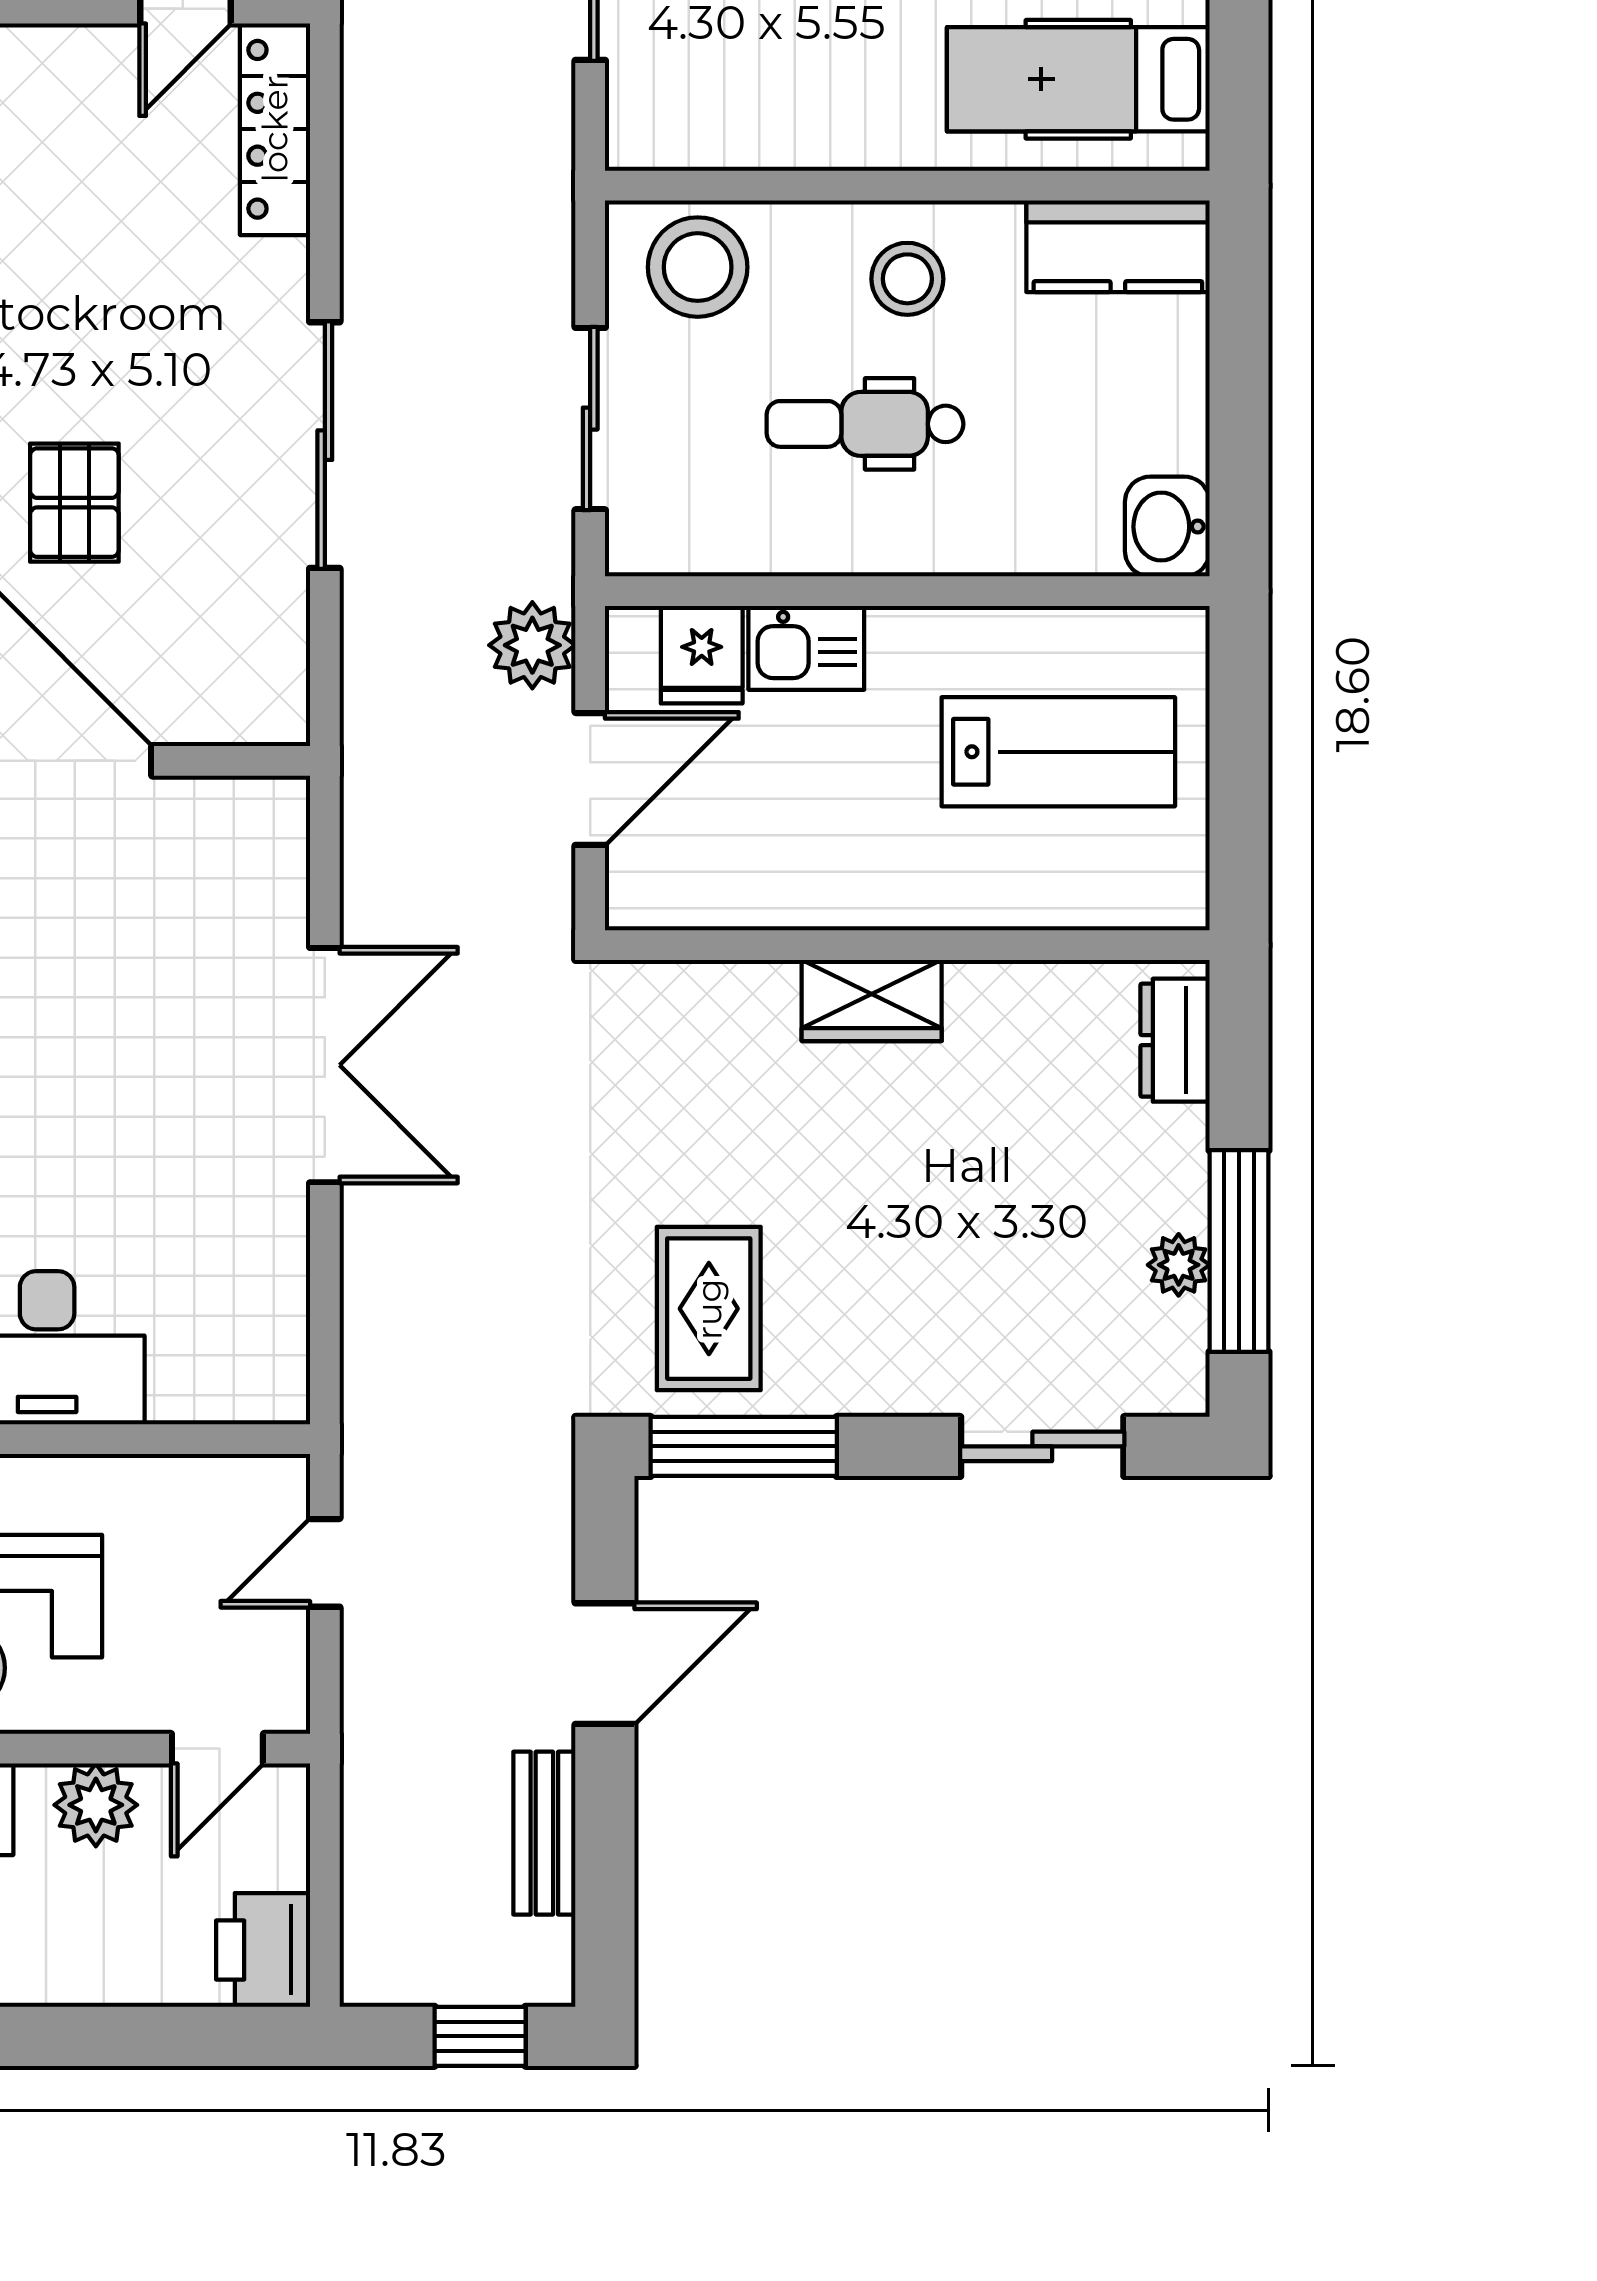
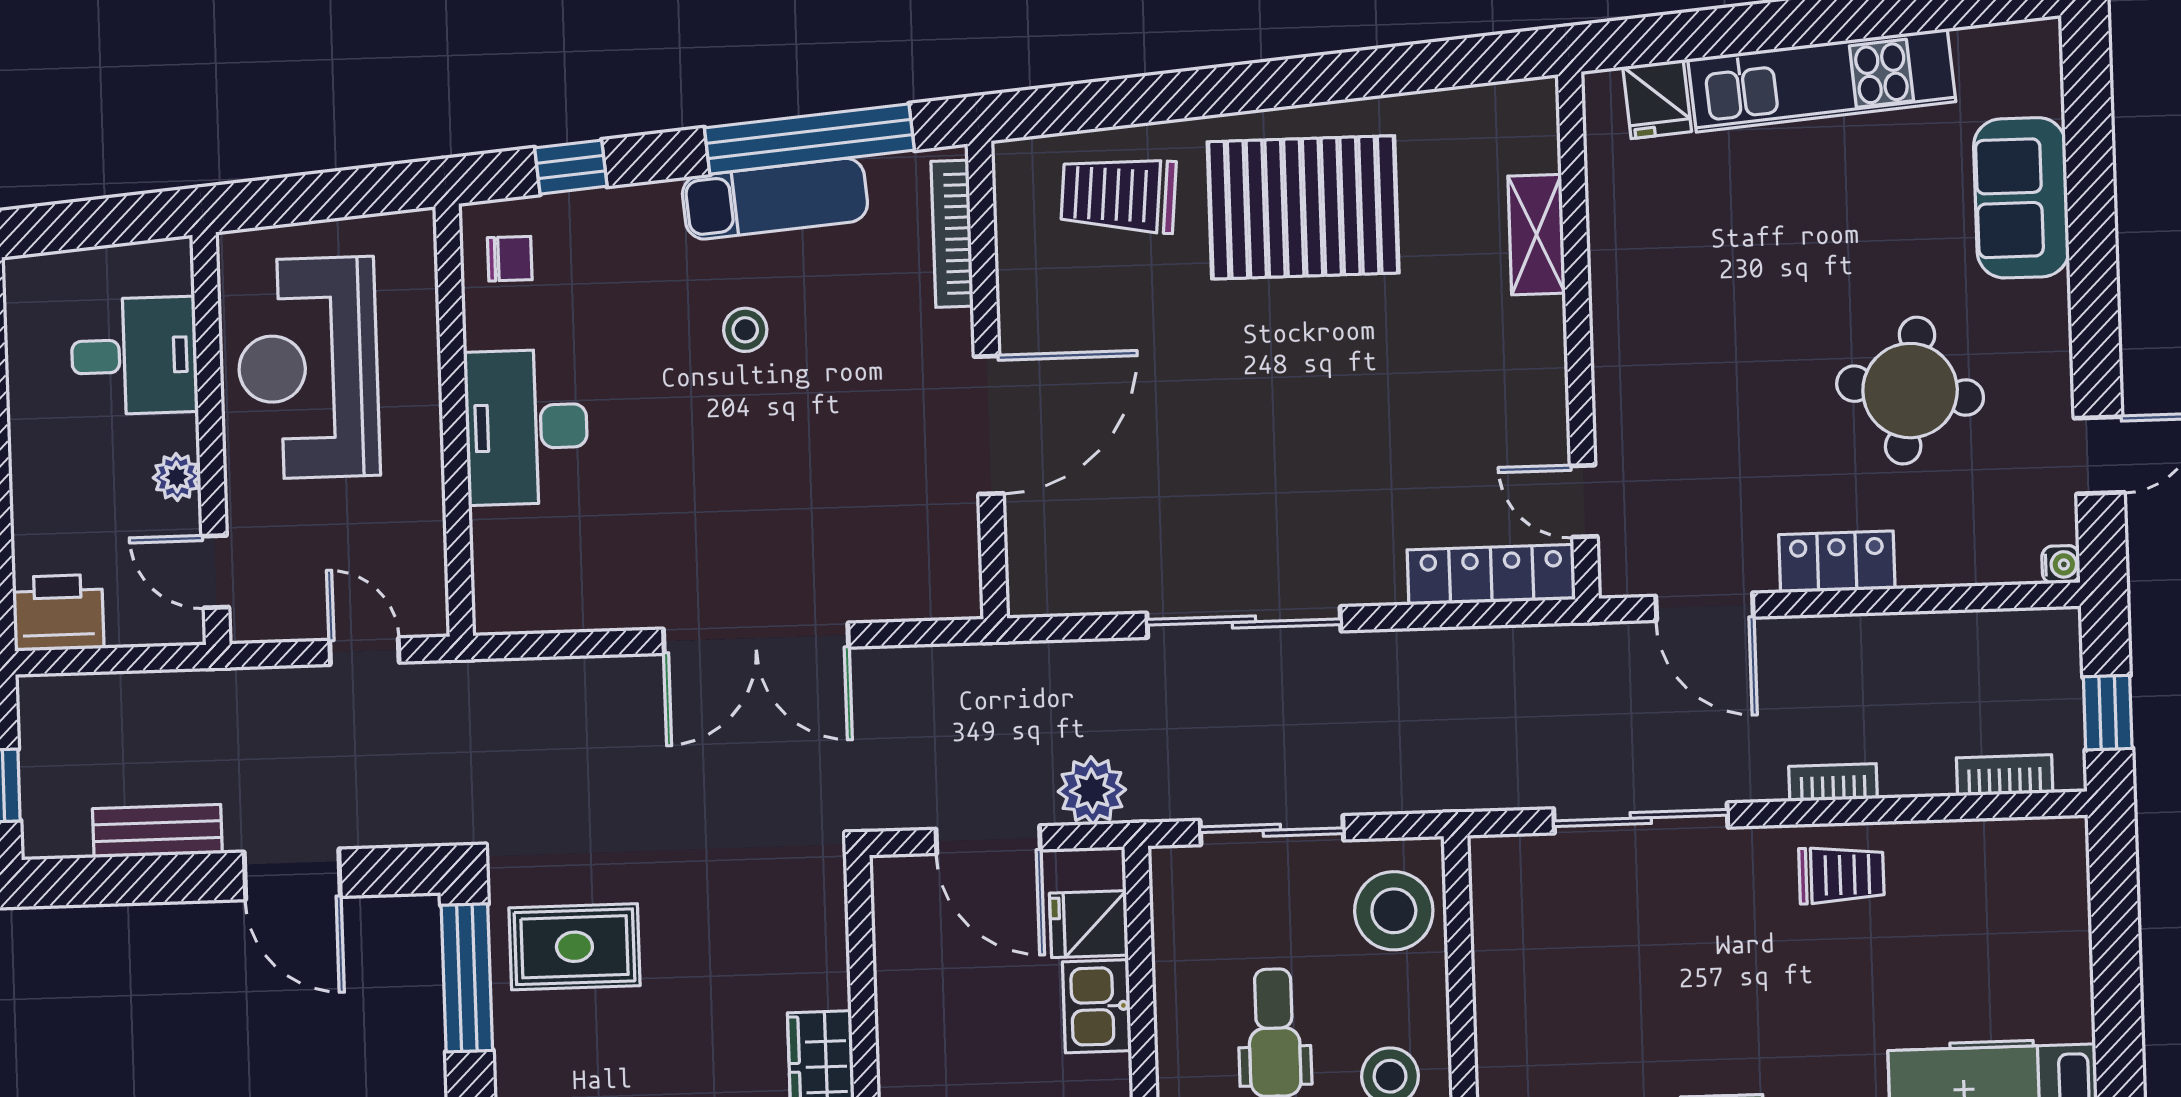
pallet: (74, 503) -> (1192, 426), removed
plant: (96, 1805) -> (177, 477), width x0.73, depth x0.73

